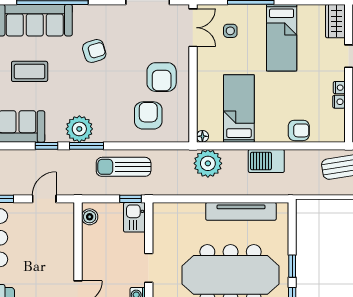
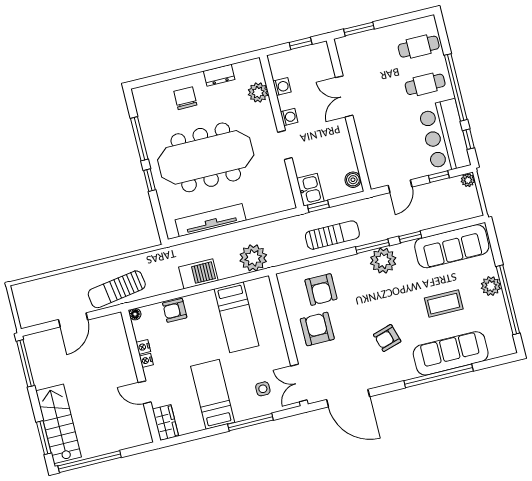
floor lamp: (202, 136) -> (135, 314), moved

